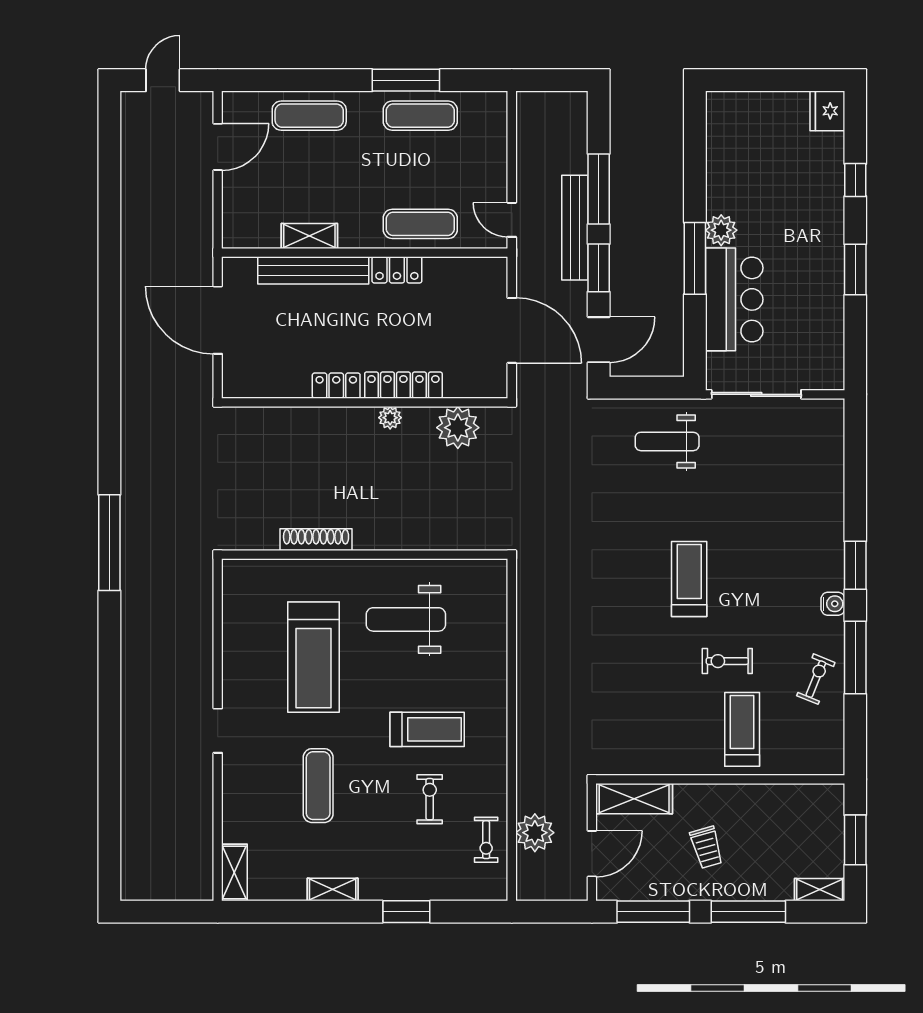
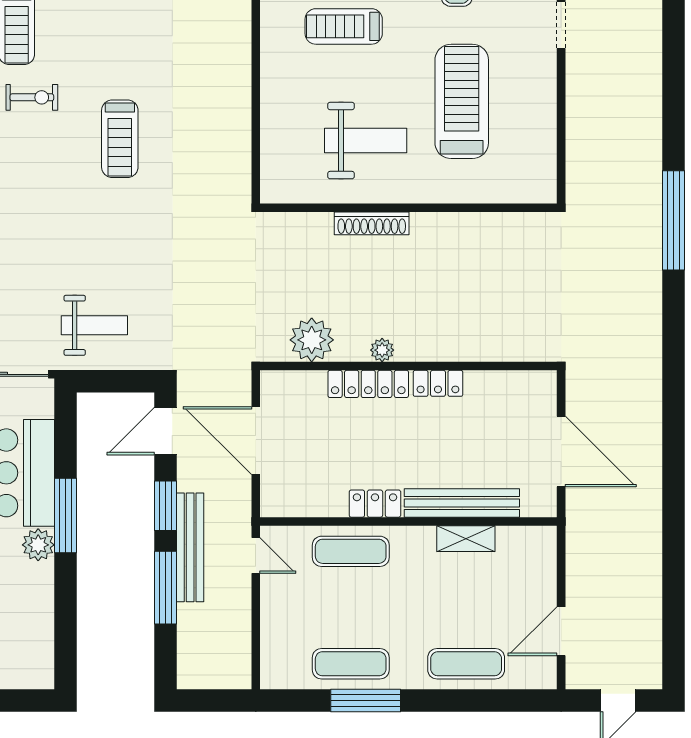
shoe rack: (316, 540) -> (372, 223), moved
treadmill: (689, 579) -> (120, 139), moved

